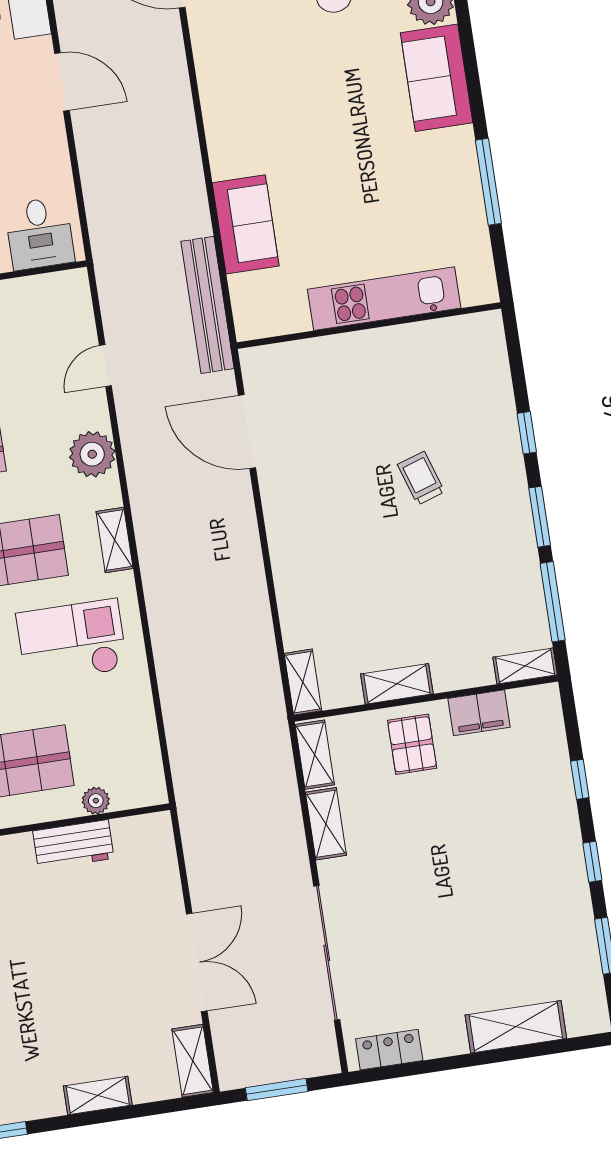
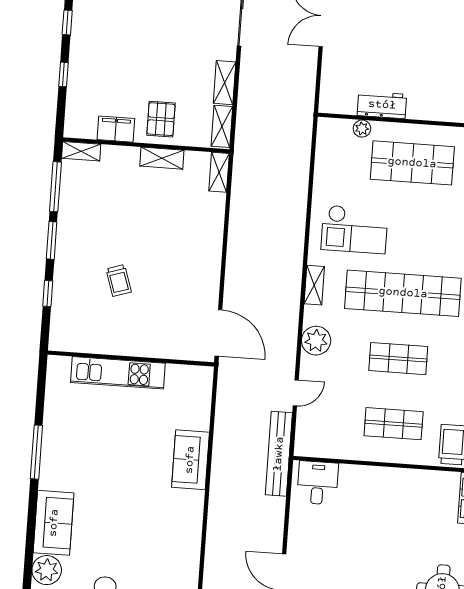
kitchen unit: (384, 299) -> (118, 373), moved
bench: (207, 305) -> (279, 454), moved
wall: (369, 325) -> (131, 359), moved

